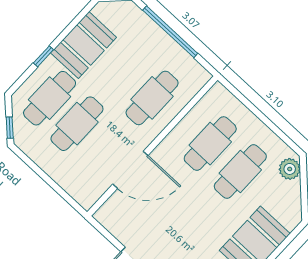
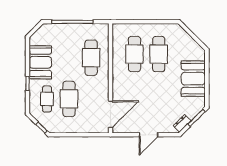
cafe table: (50, 98) -> (47, 99), width x0.73, depth x0.74
plant: (290, 169) -> (179, 33), removed
door: (130, 170) -> (111, 114), moved

